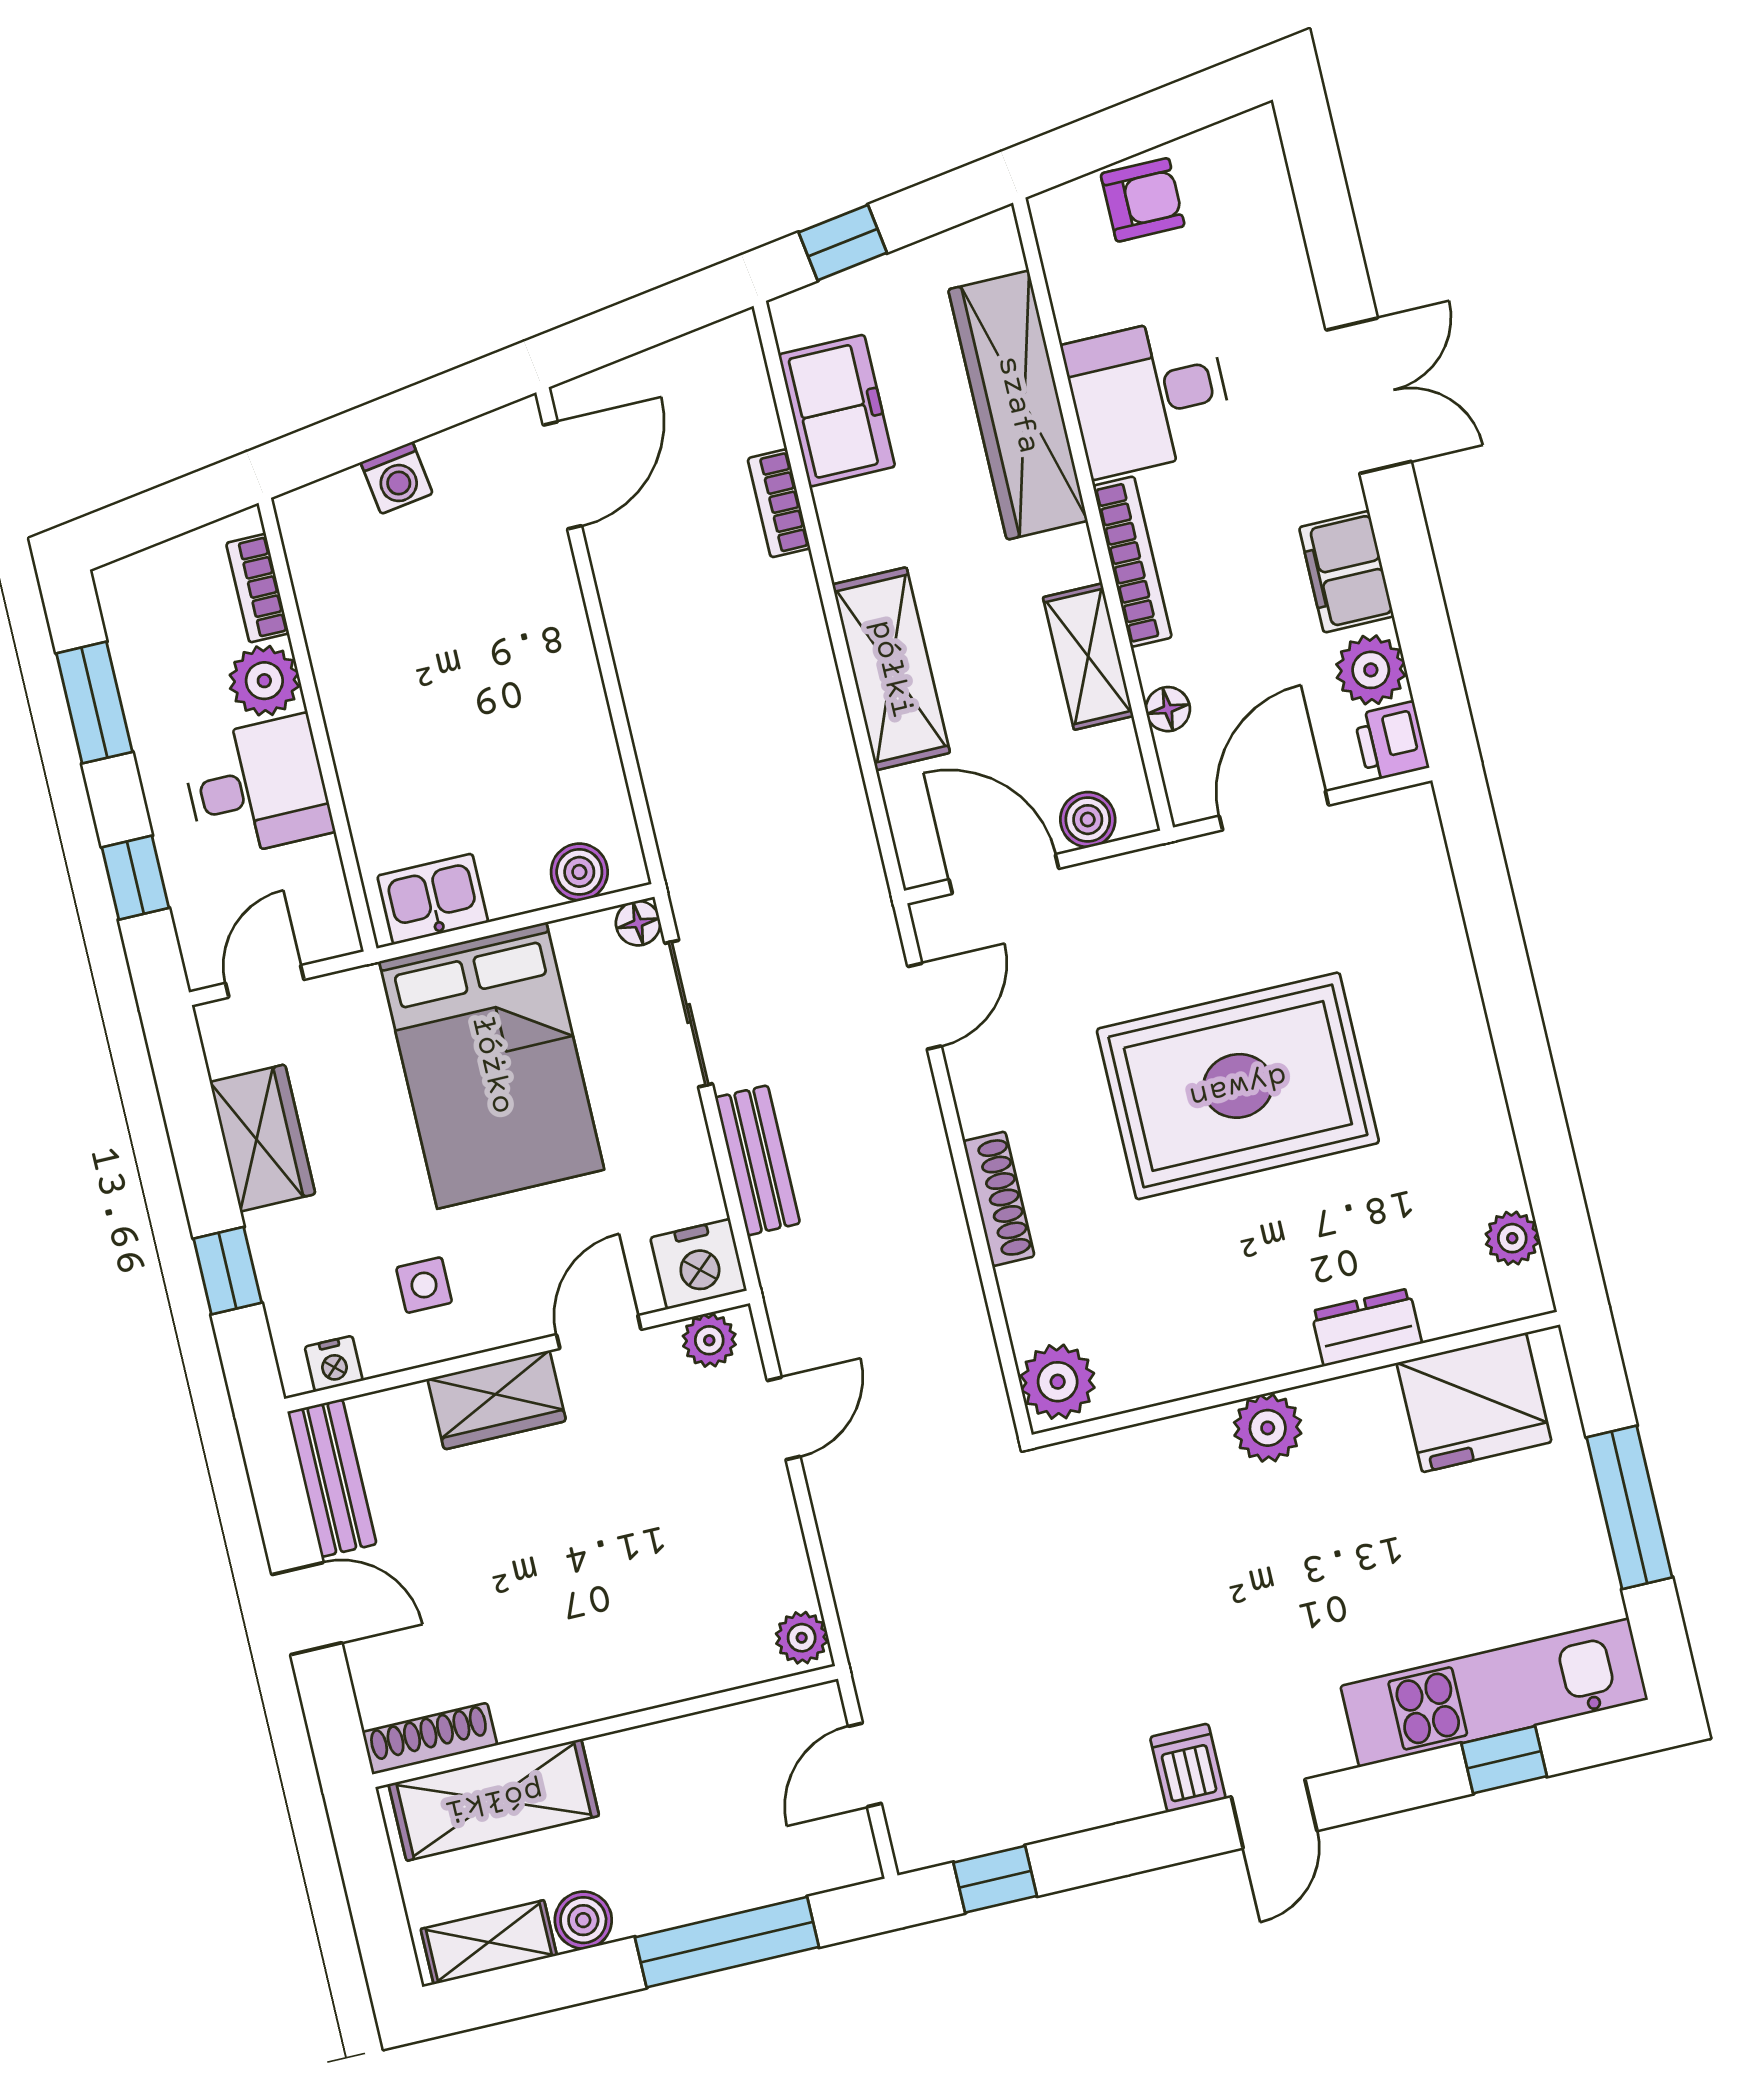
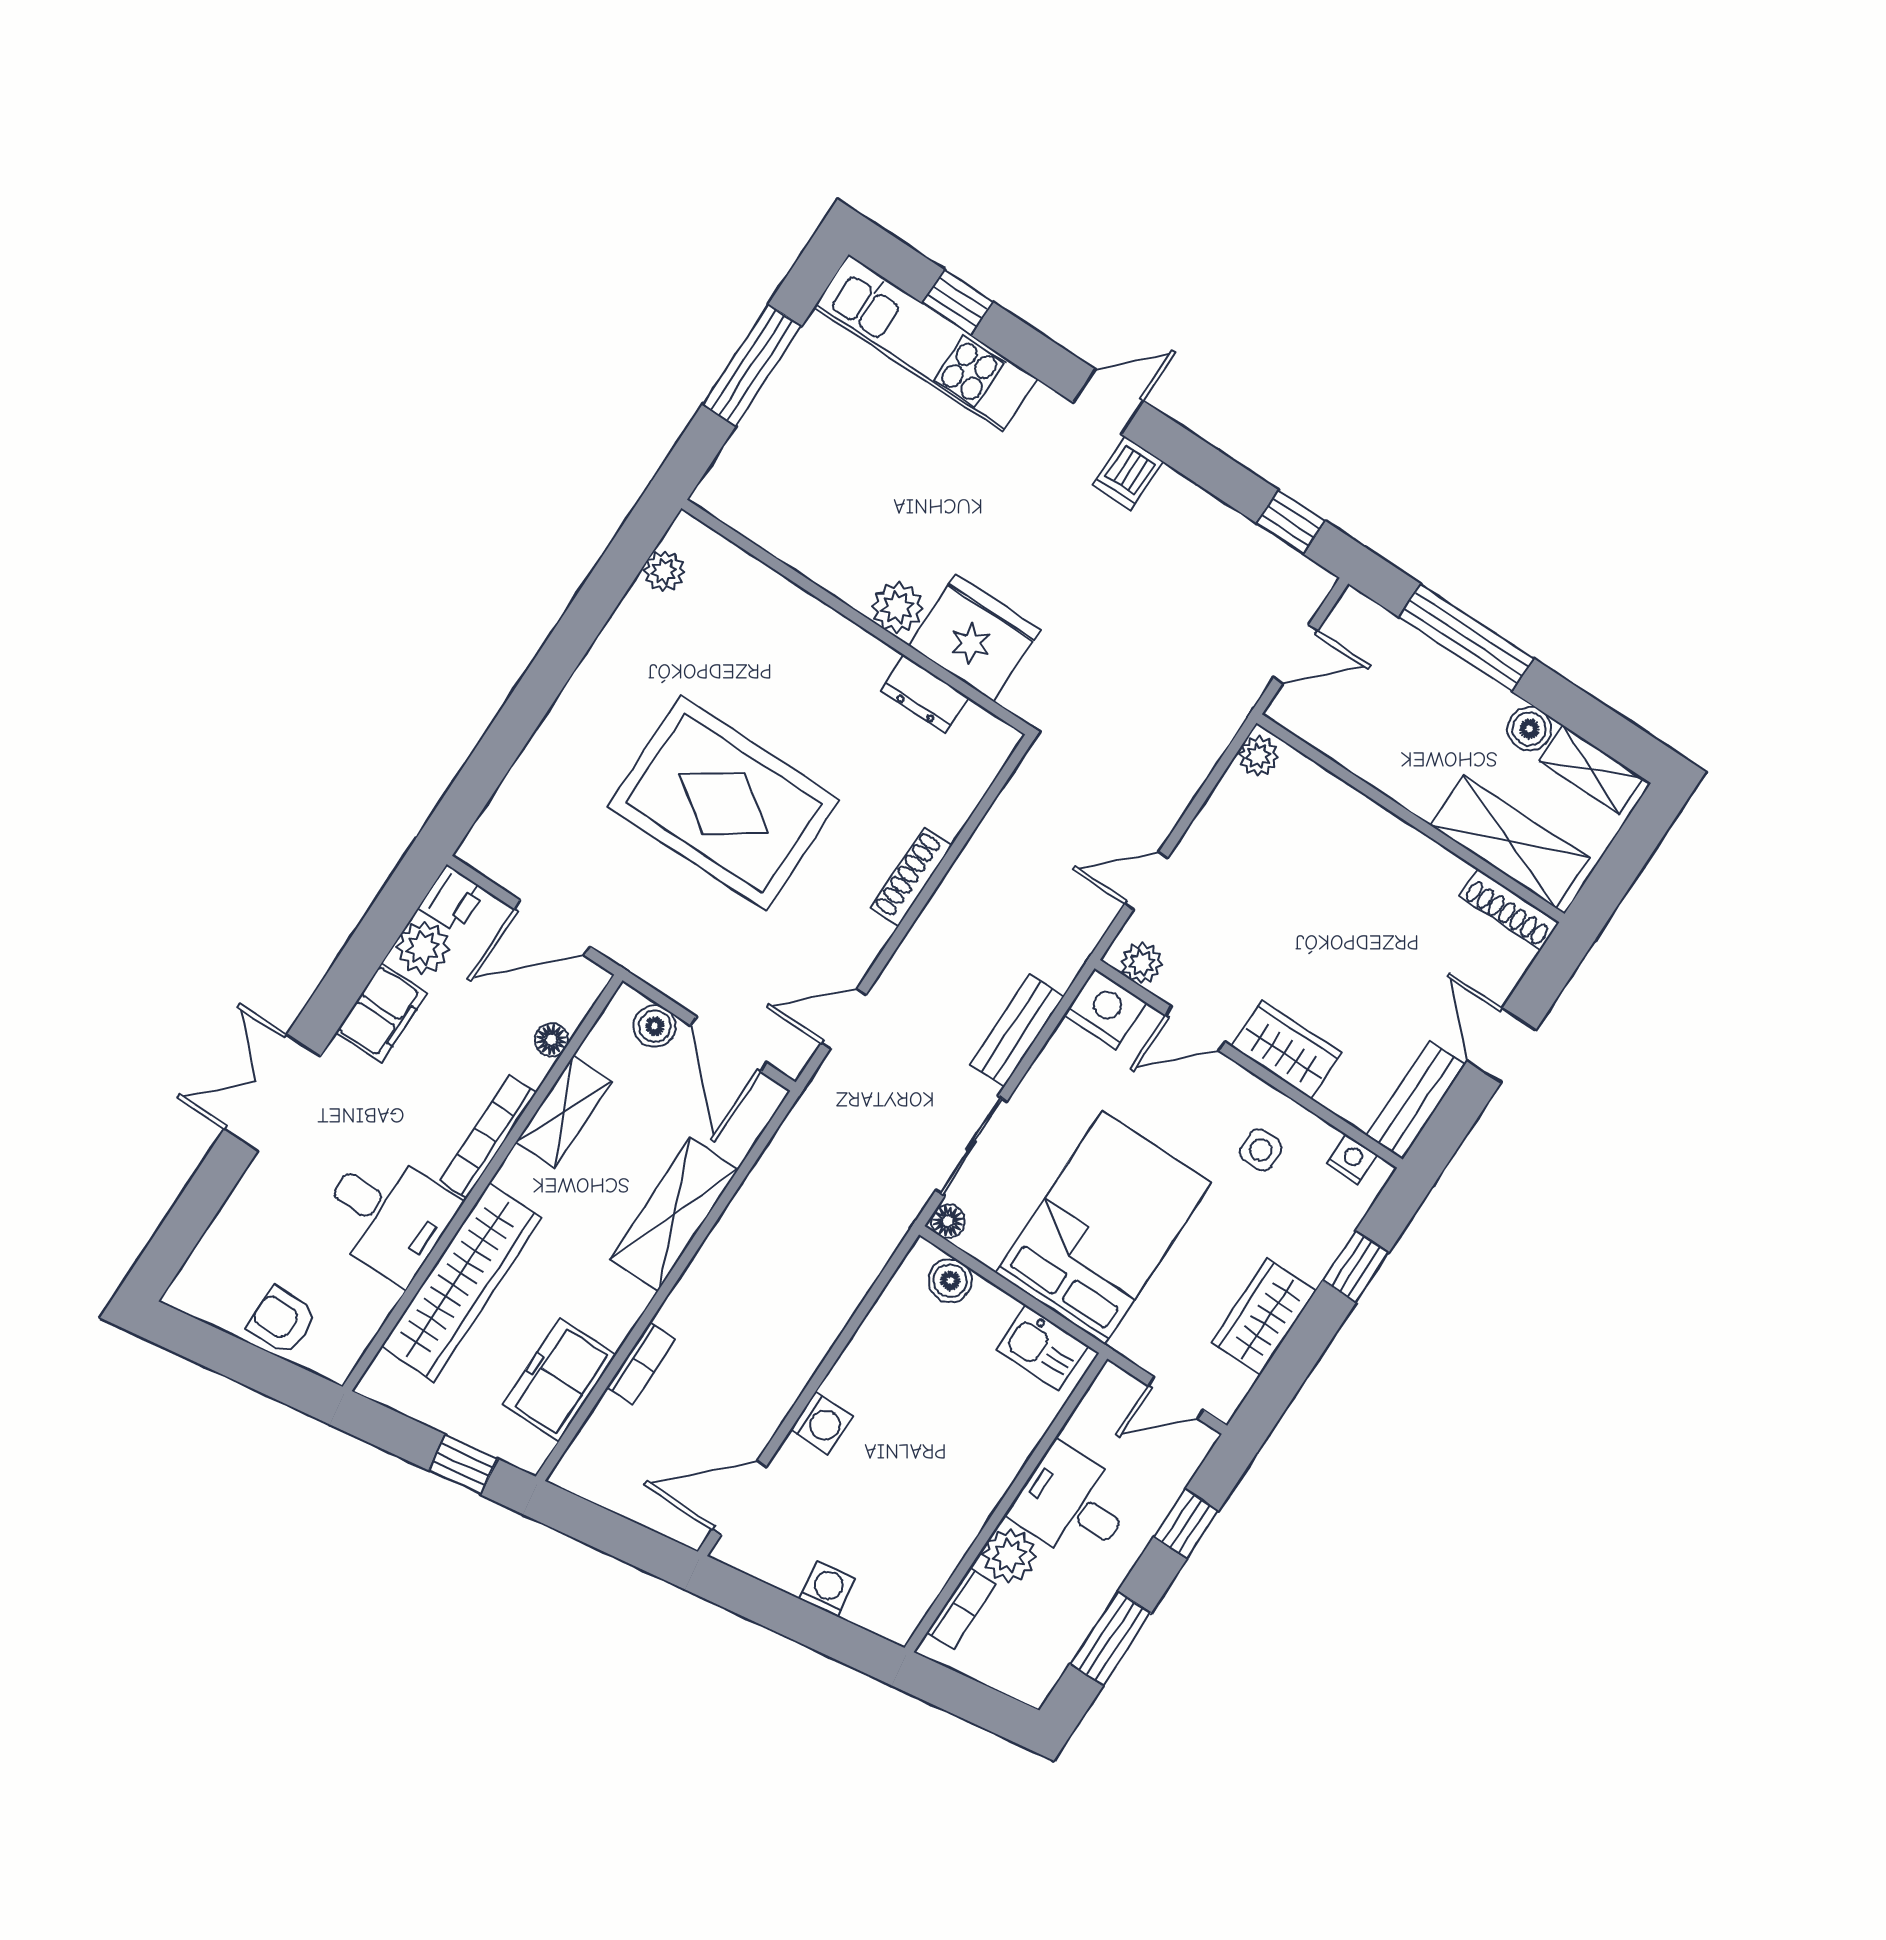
washing machine: (559, 621) -> (822, 1423), added
dresser: (1366, 1327) -> (925, 694), moved
plant: (1058, 1382) -> (982, 748), removed
fridge: (1474, 1402) -> (974, 638), moved

